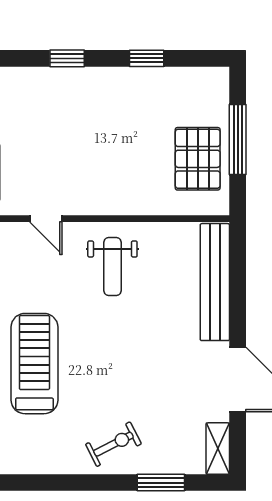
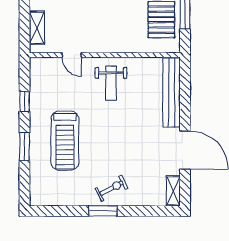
treadmill: (34, 364) -> (65, 141), turned 180
window: (161, 483) -> (103, 211), moved

